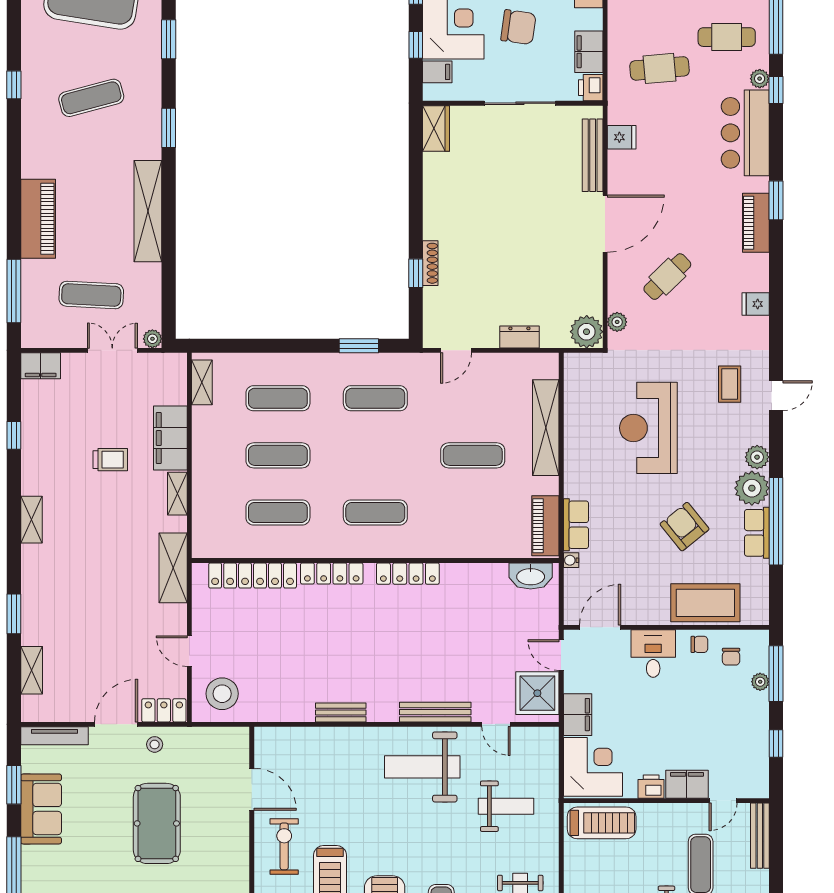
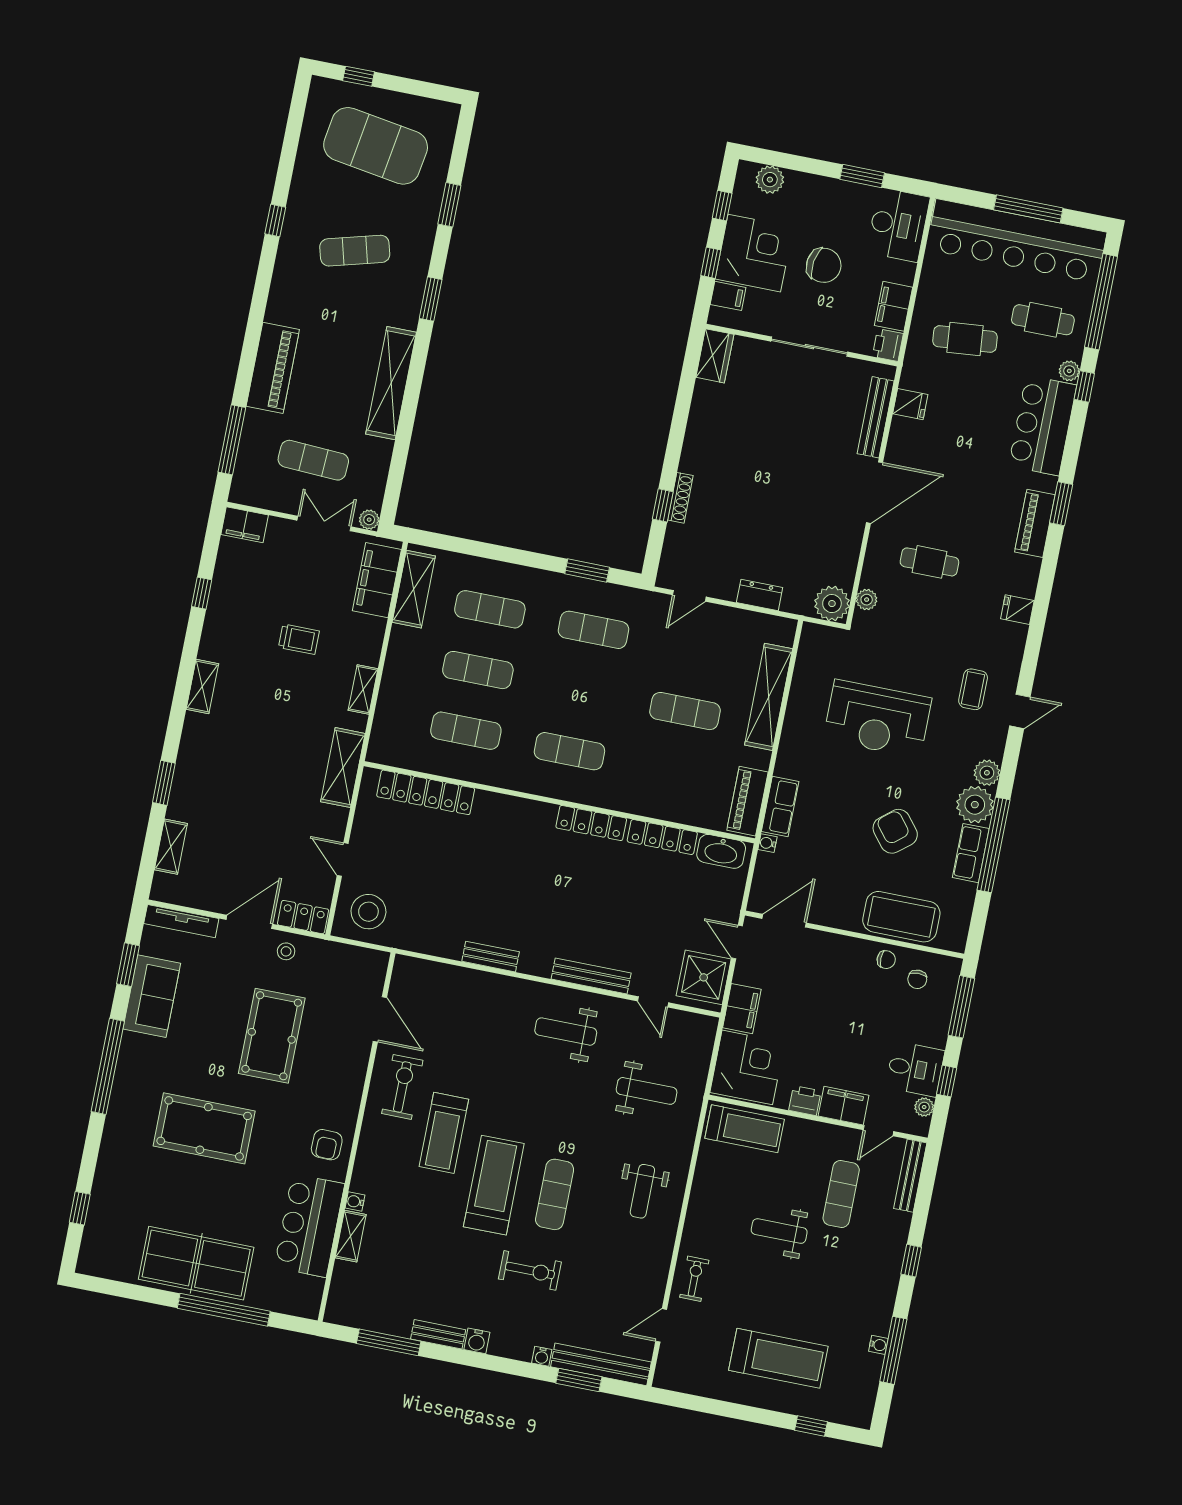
cafe table: (667, 277) -> (929, 562), turned 44
shelving: (202, 382) -> (414, 589), width x1.50, depth x1.33
reception desk: (648, 428) -> (877, 719), turned -90
filing cabinet: (170, 438) -> (377, 580), moved
locker: (332, 573) -> (662, 837), moved
desk: (653, 654) -> (915, 1069), moved, turned 90
plant: (760, 682) -> (924, 1107), moved
weight bench: (422, 767) -> (566, 1032), width x0.73, depth x0.75

